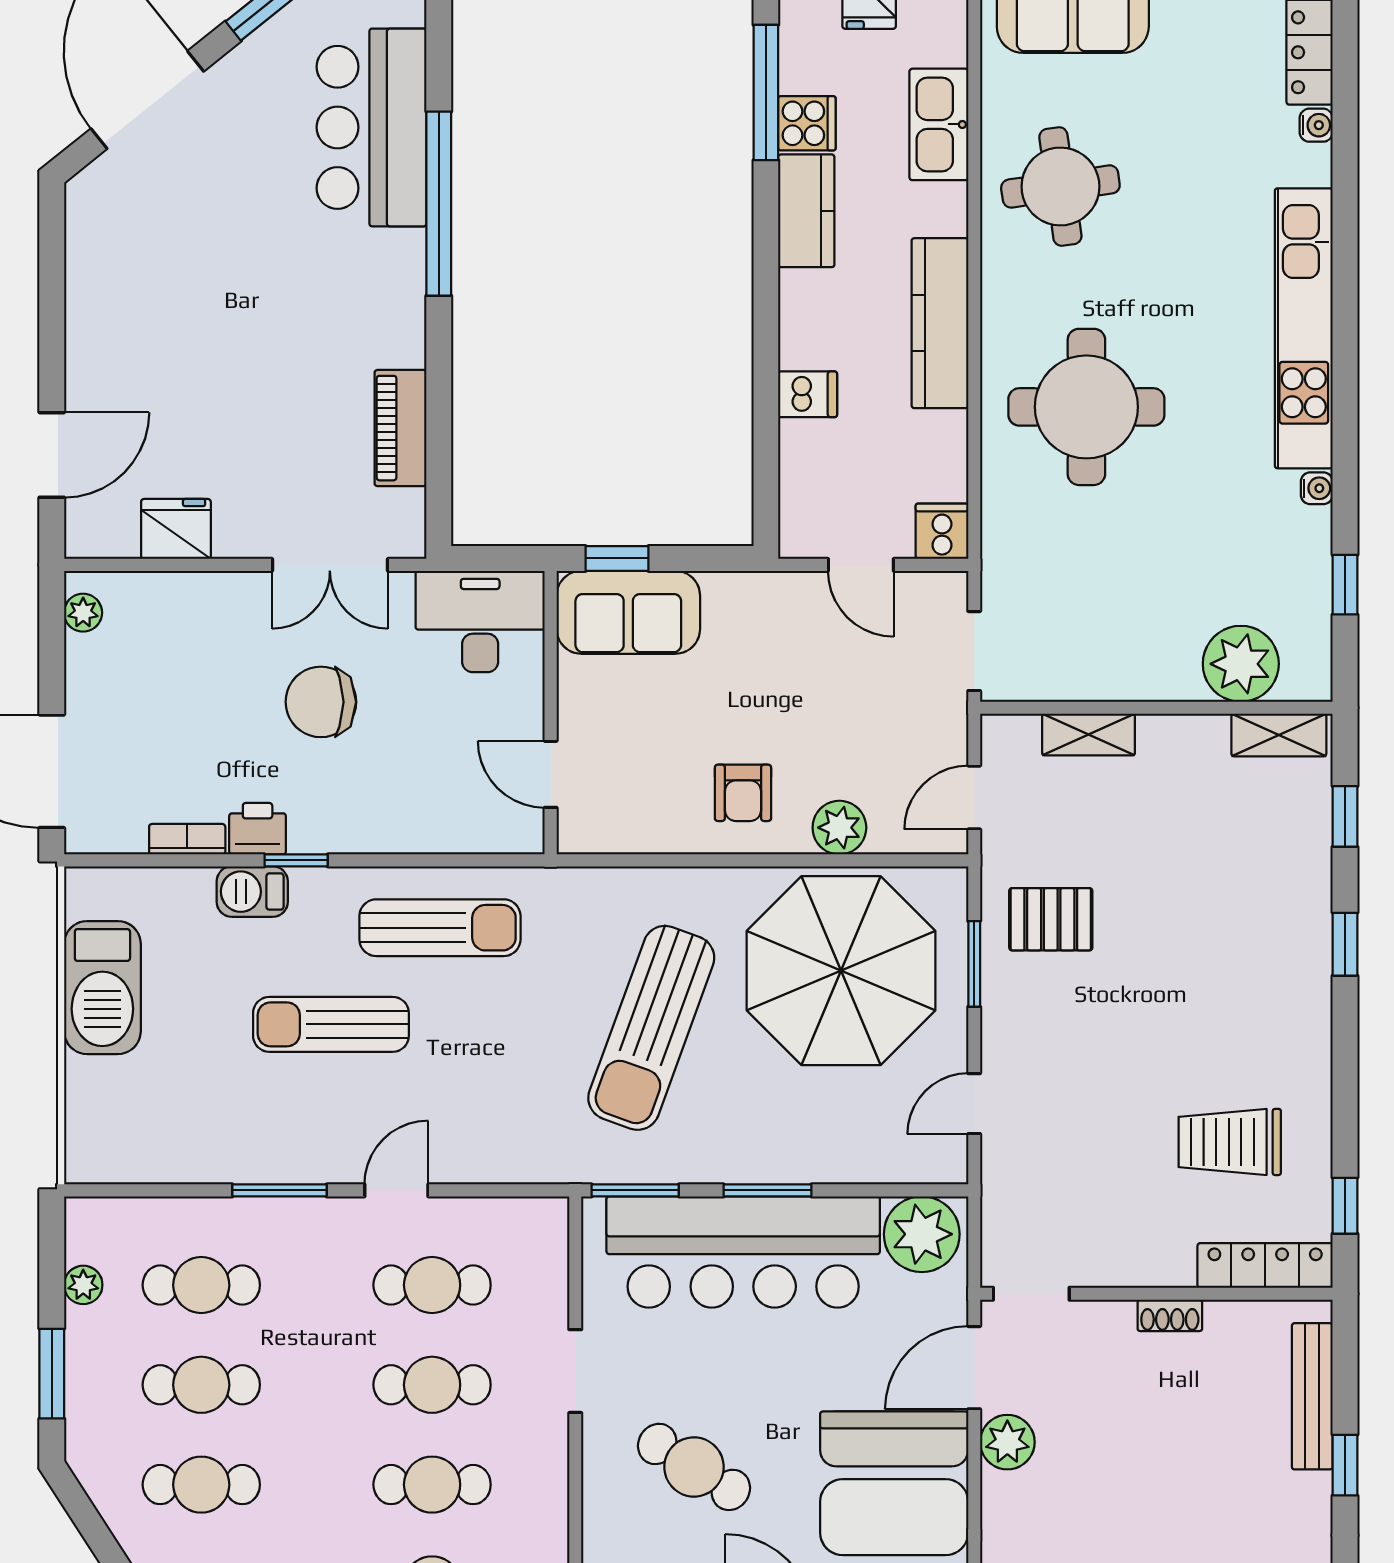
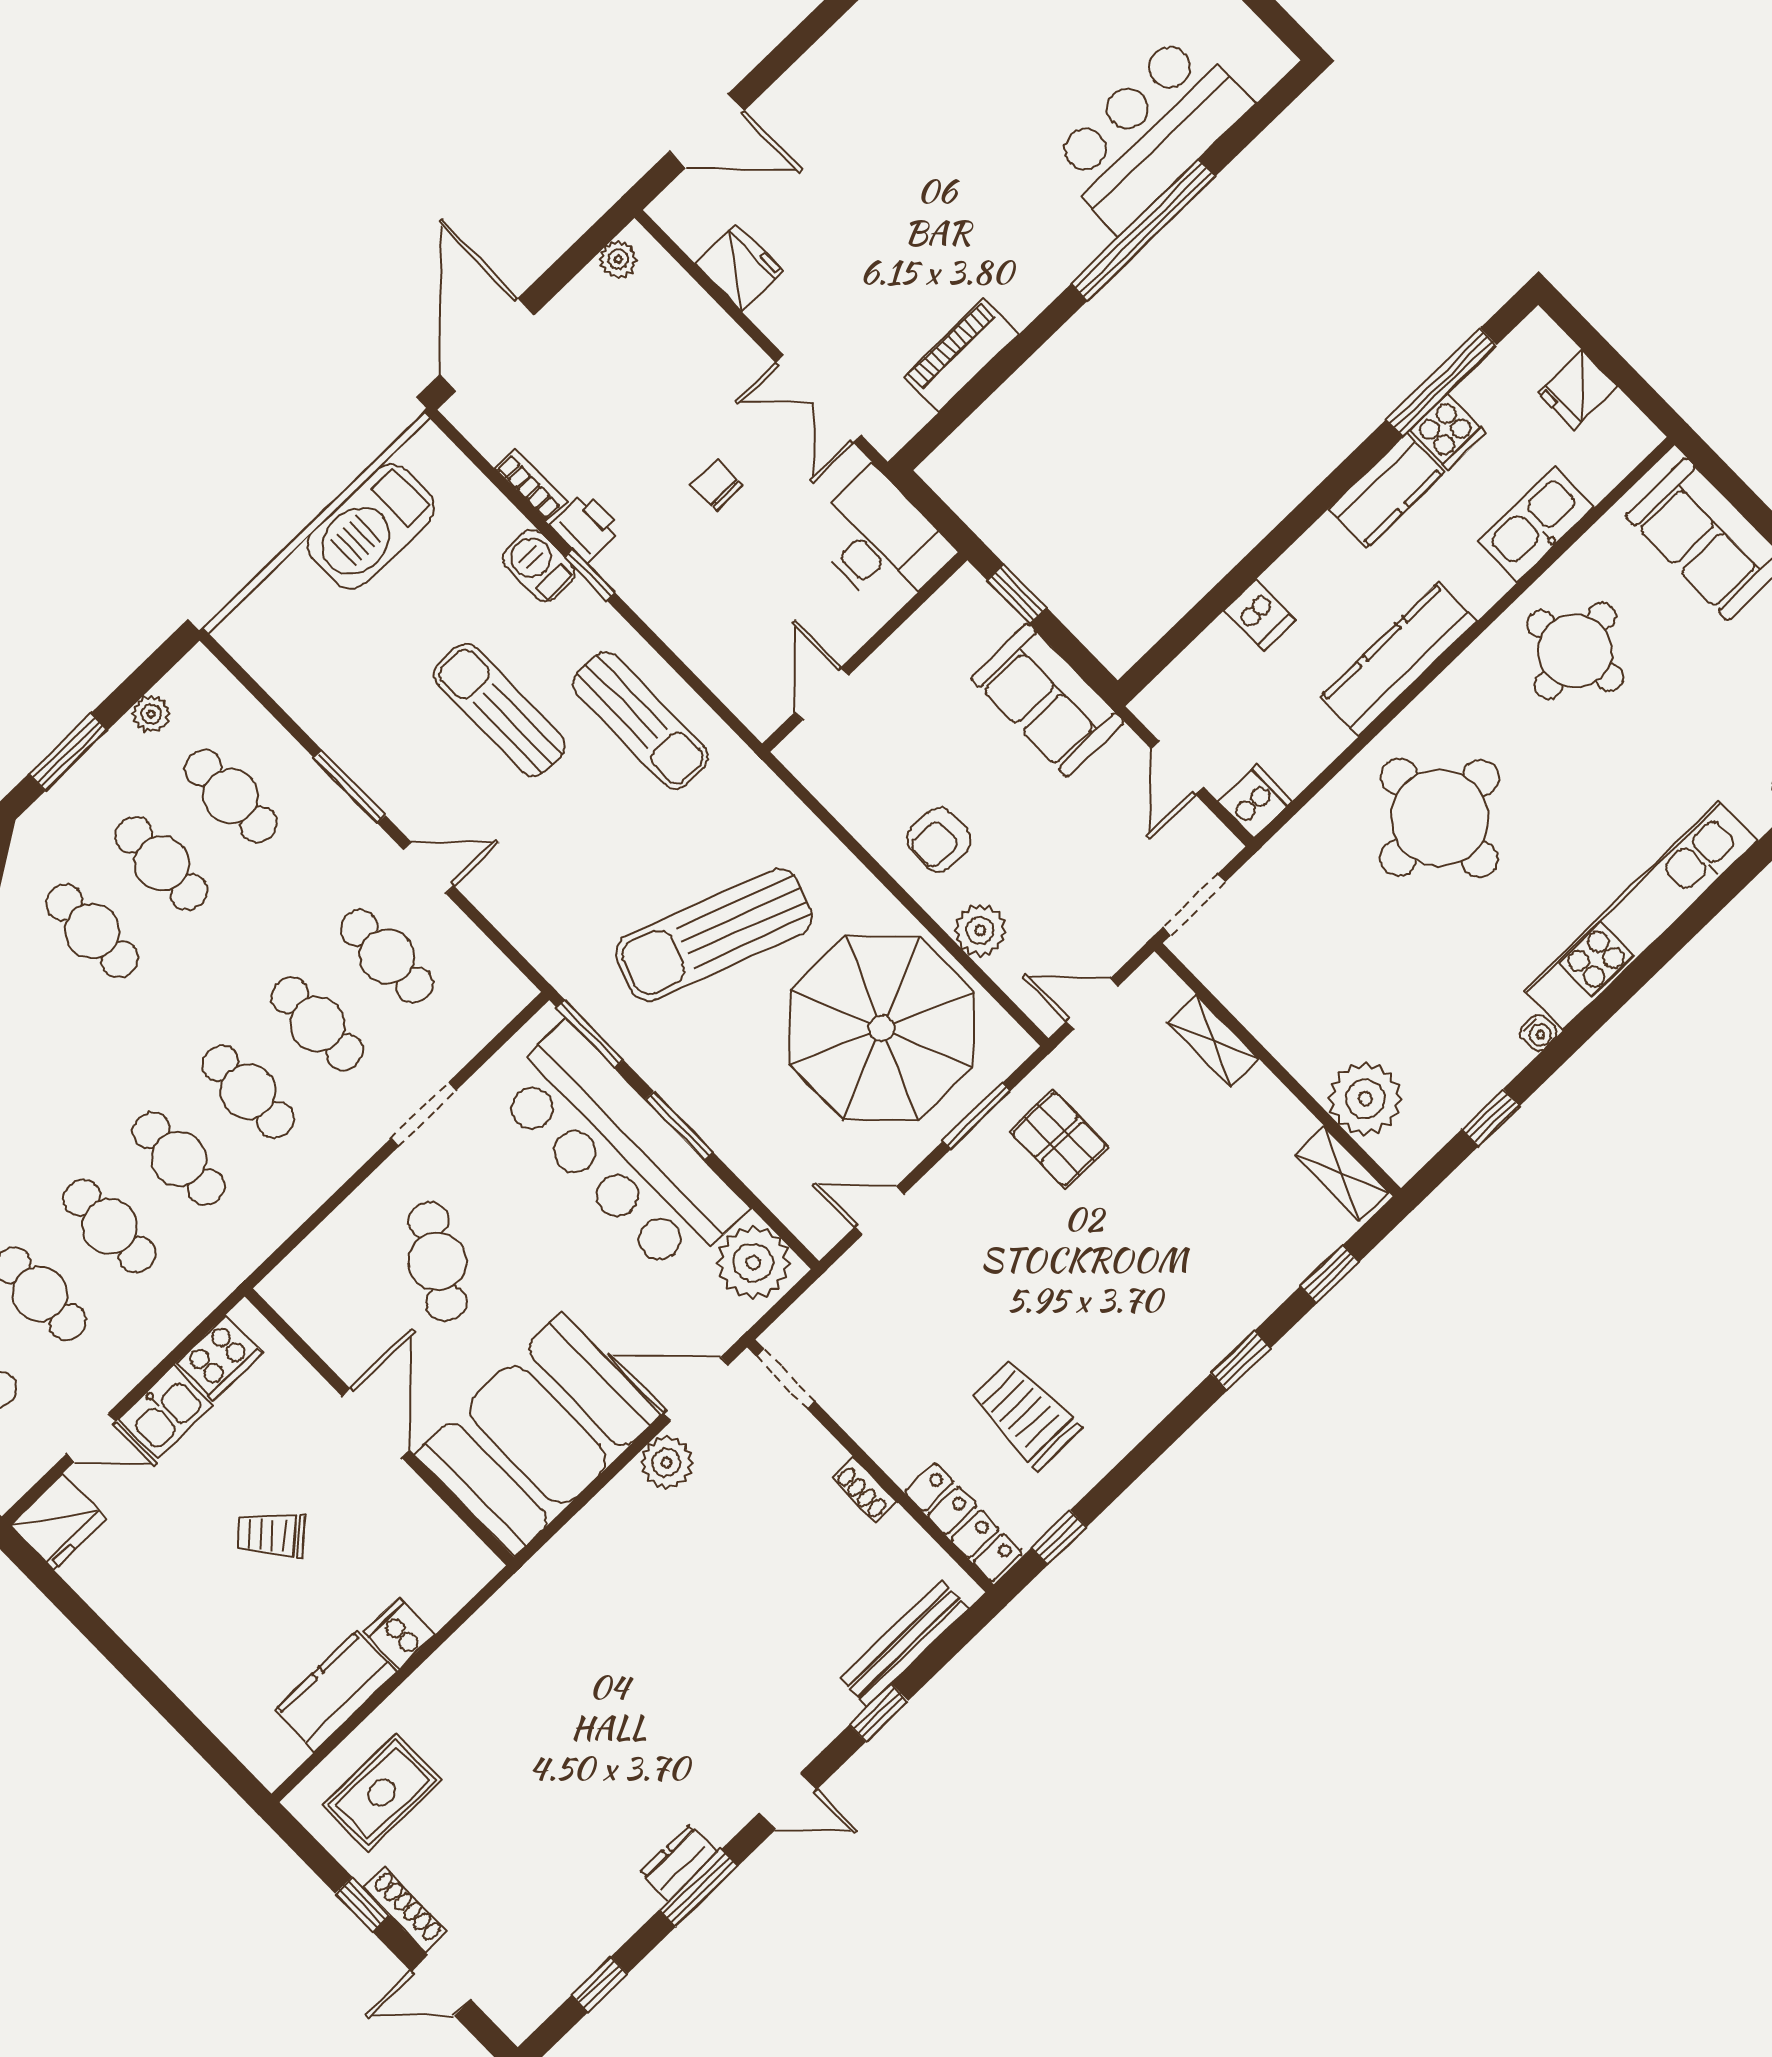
sofa: (628, 612) -> (1047, 700), moved
chair: (321, 702) -> (717, 485), width x0.54, depth x0.54

